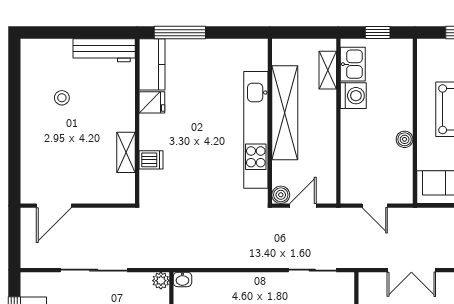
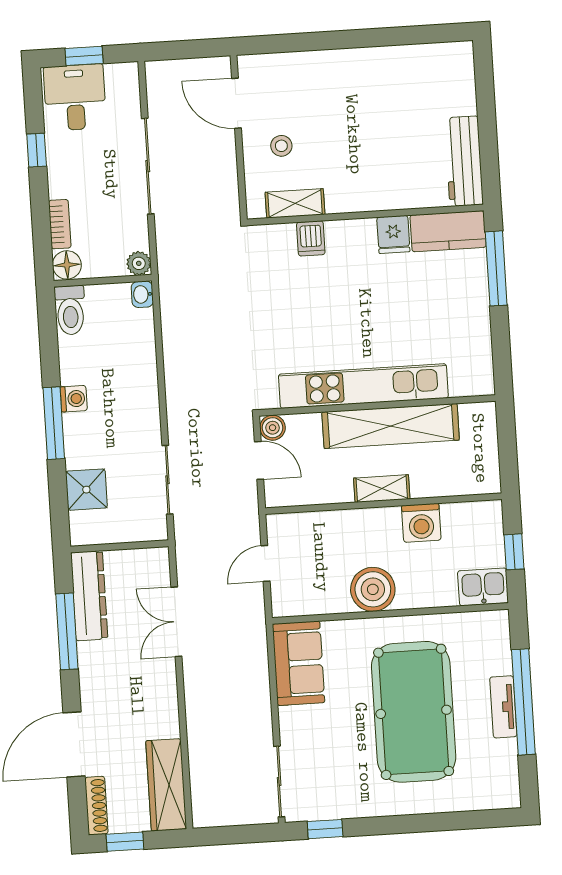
kitchen sink: (353, 64) -> (483, 587), moved, turned 180
shelving: (328, 70) -> (382, 489), moved
stool: (62, 98) -> (281, 146), moved
boiler: (405, 139) -> (373, 589), width x1.86, depth x1.86
shelving: (126, 152) -> (295, 203), moved

